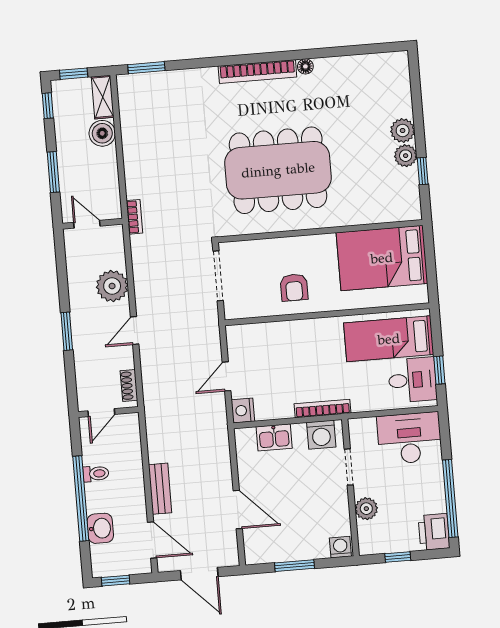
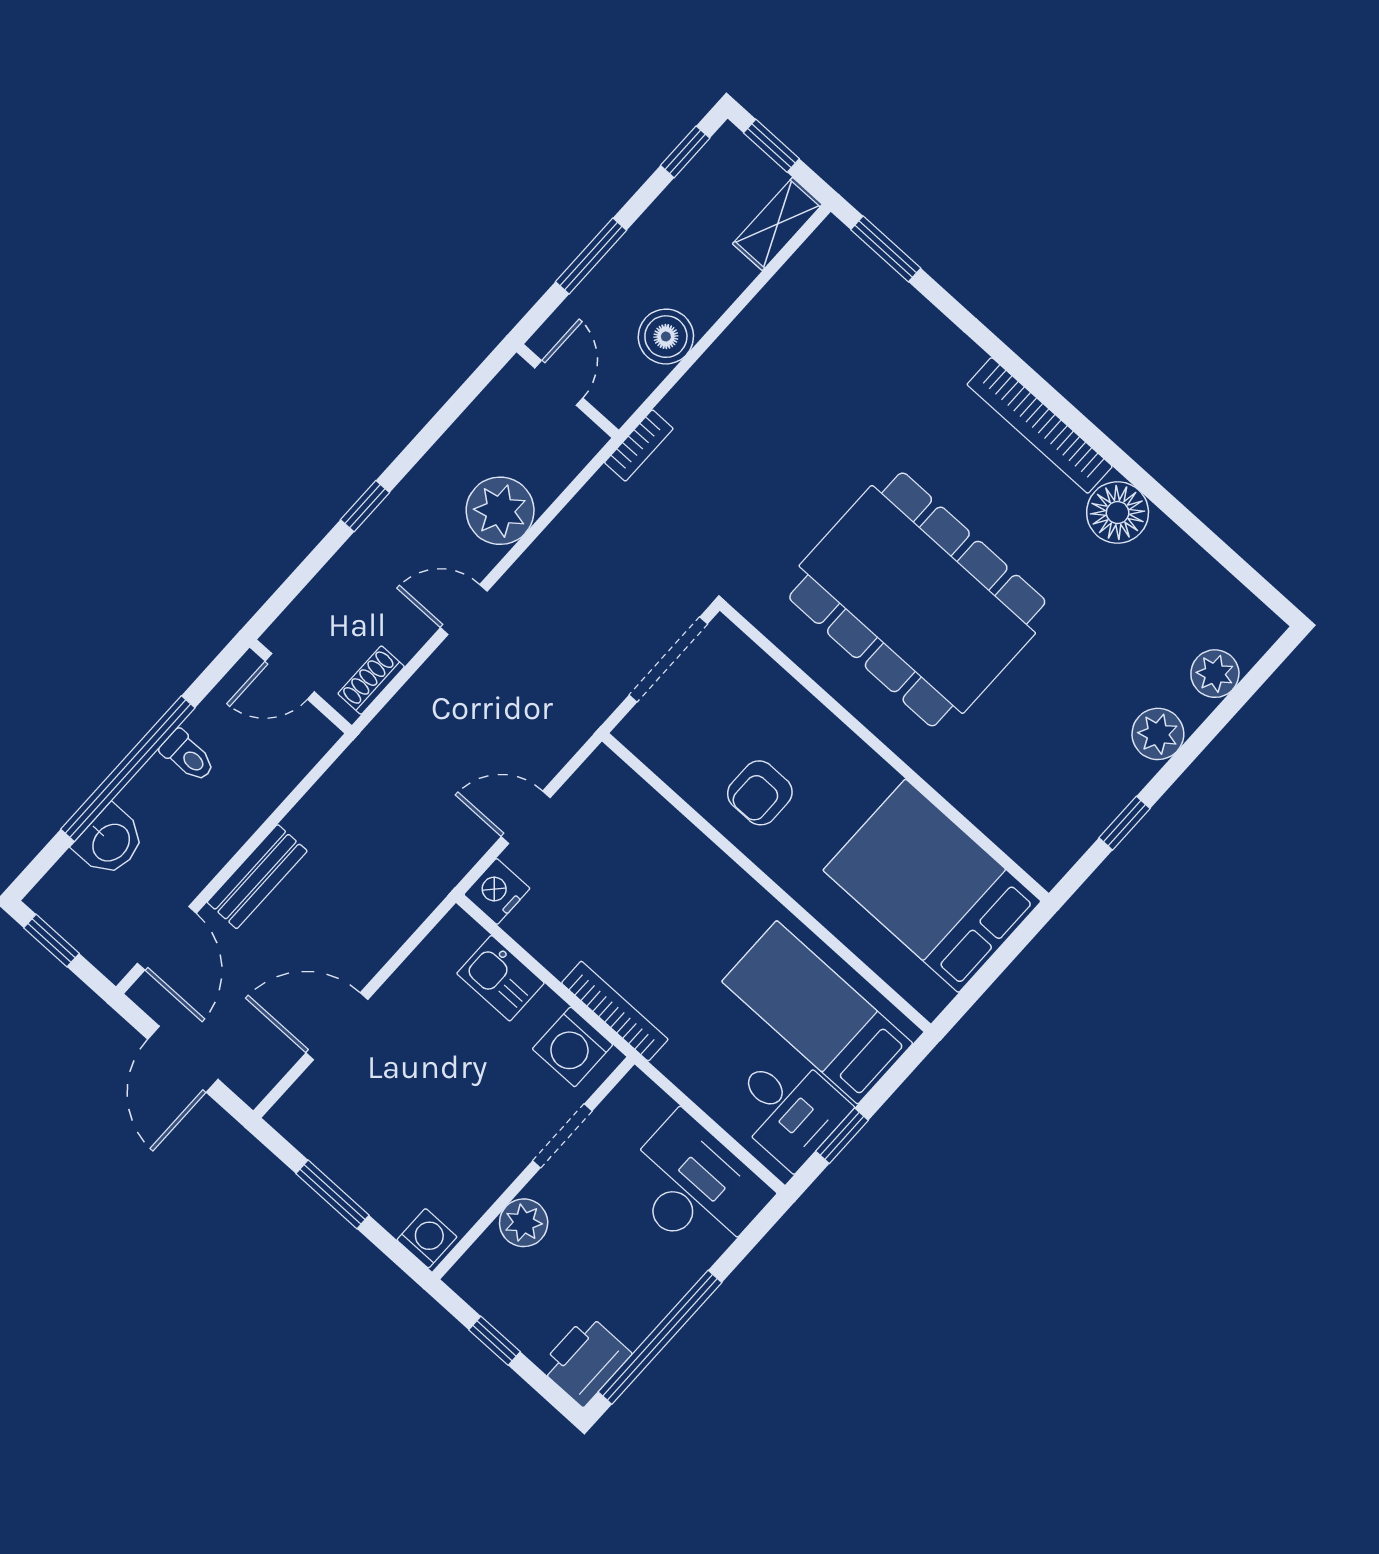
floor lamp: (305, 66) -> (1118, 512), width x1.89, depth x1.89
boiler: (102, 133) -> (666, 337), moved
plant: (406, 156) -> (1215, 674), moved
window: (67, 331) -> (365, 506), width x0.67
door: (238, 510) -> (337, 1026), swing flipped

